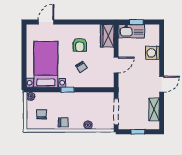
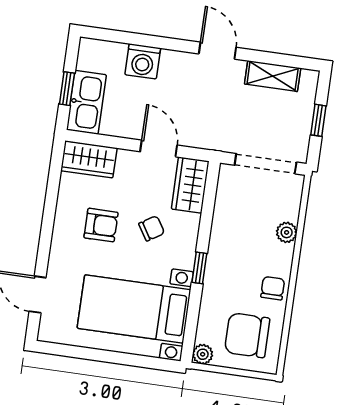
wardrobe: (102, 81) -> (190, 185), added
chair: (41, 114) -> (247, 335), width x1.87, depth x1.87

